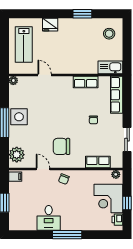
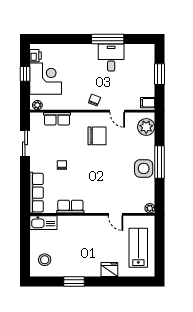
window: (67, 235) -> (108, 39), moved

